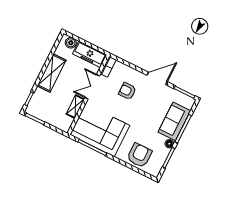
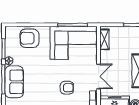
shelving: (75, 107) -> (104, 39), moved
armchair: (139, 155) -> (29, 38), turned 90

